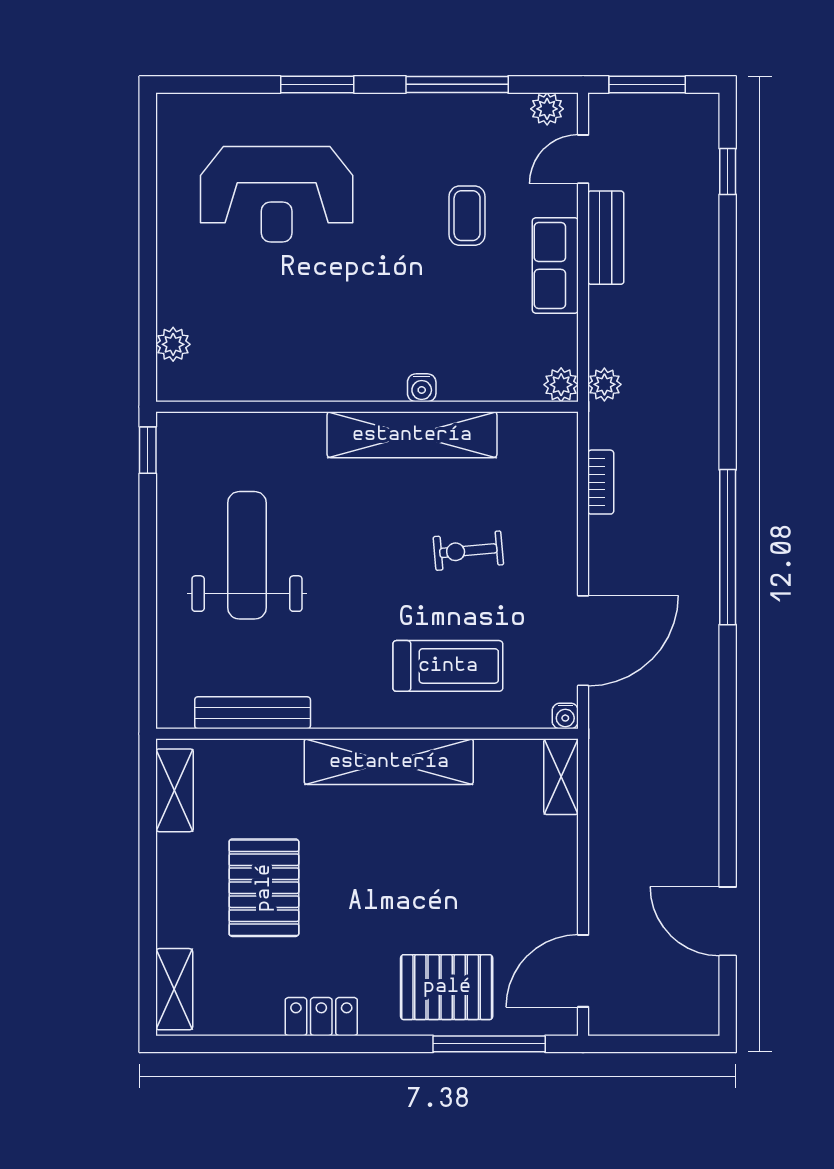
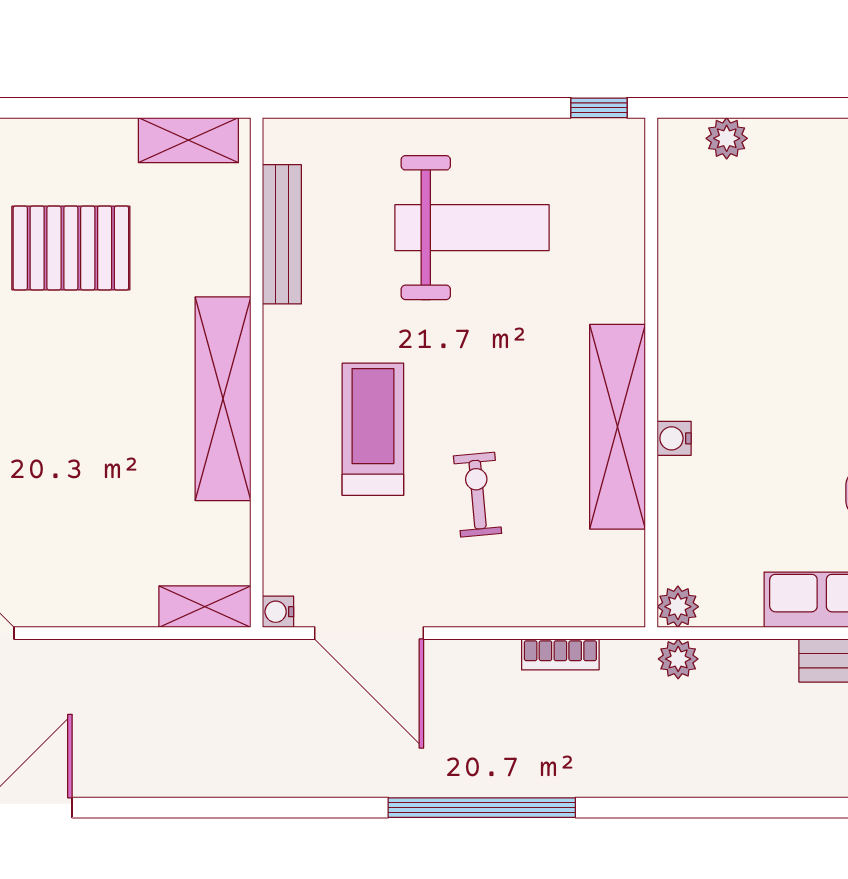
treadmill: (448, 666) -> (373, 429), moved, turned 180

